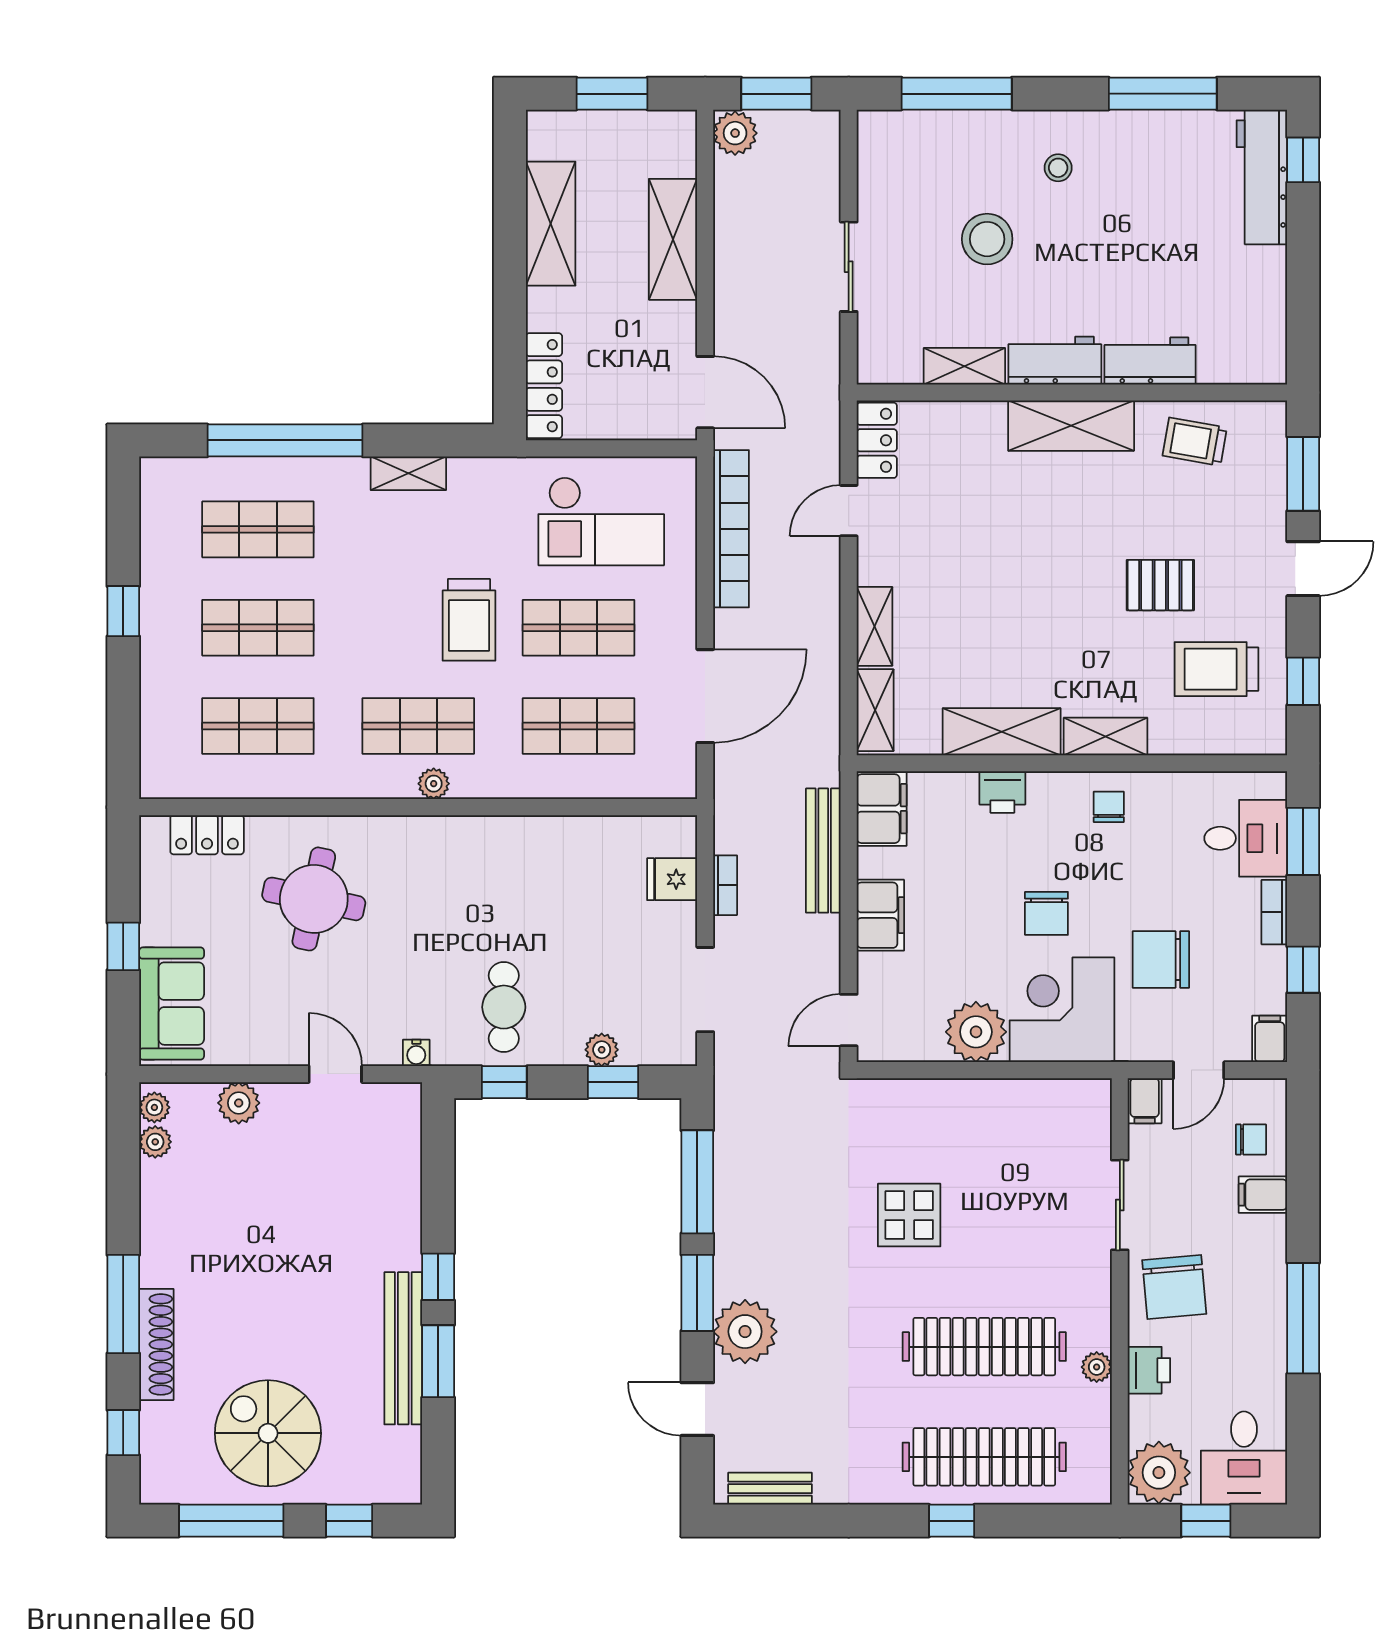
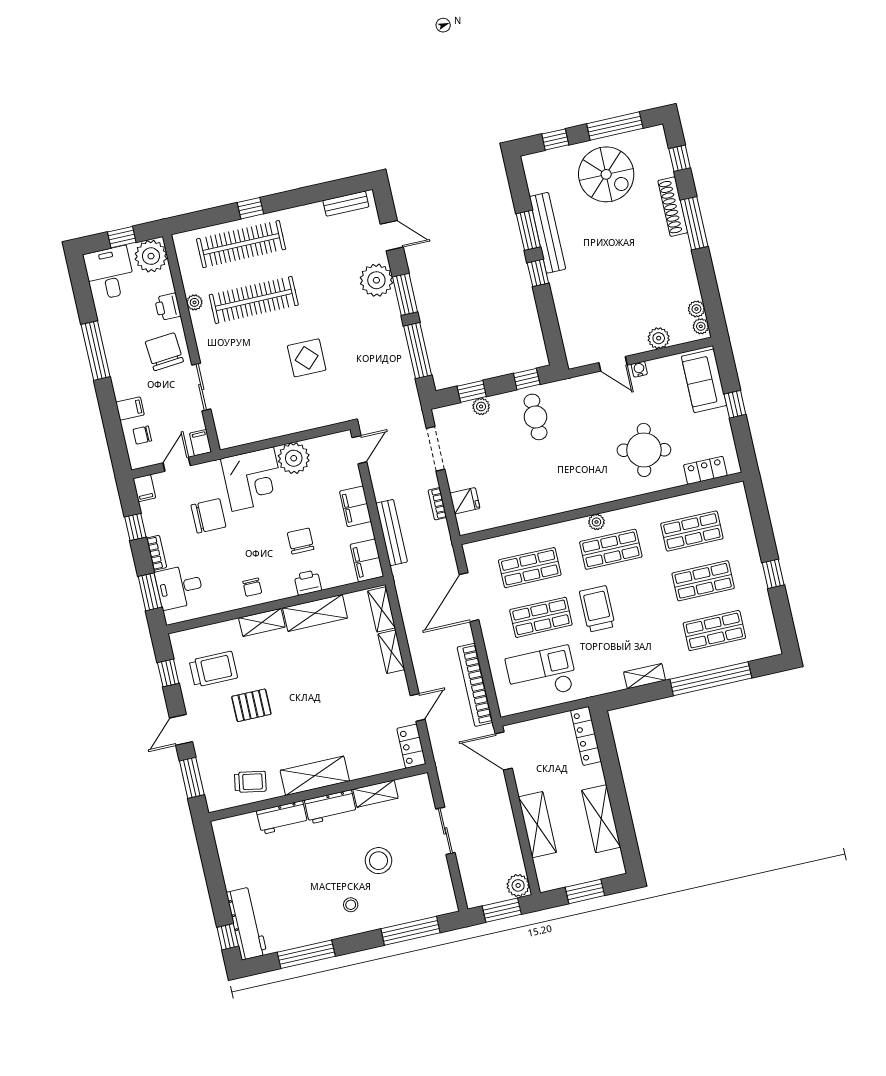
chair: (1046, 913) -> (301, 541), moved
water cooler: (416, 1053) -> (639, 369), moved

